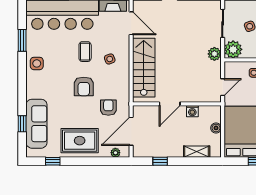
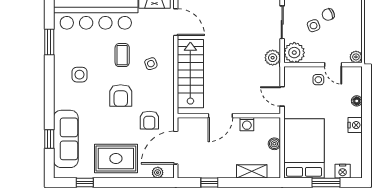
side table: (37, 63) -> (79, 75), moved
door: (223, 87) -> (282, 96), swing flipped
armchair: (108, 108) -> (149, 120), turned 180

